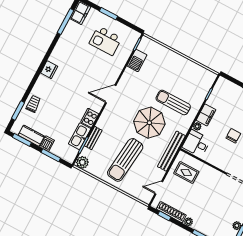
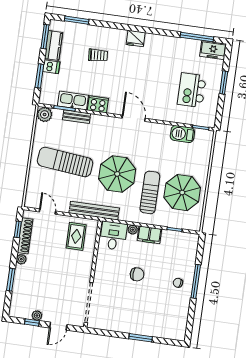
parasol: (182, 77) -> (182, 193), added
trolley: (33, 104) -> (98, 55), moved

